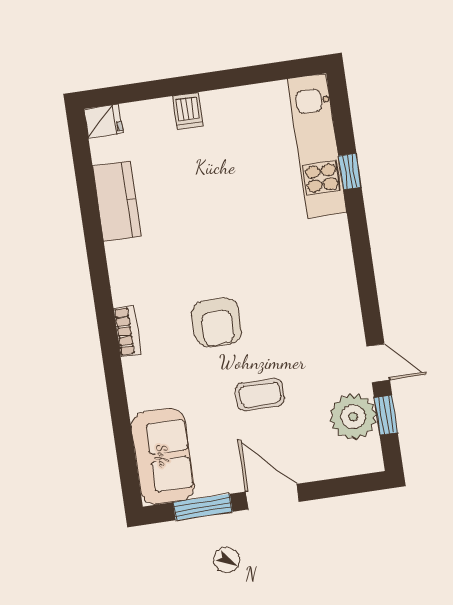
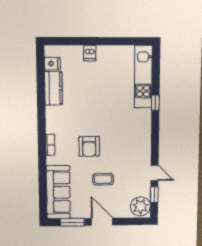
fridge: (103, 121) -> (52, 64), moved
window: (350, 171) -> (155, 103), moved
plant: (353, 417) -> (140, 206), moved
sofa: (163, 456) -> (58, 192), width x1.36

